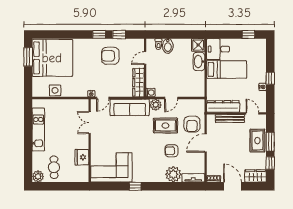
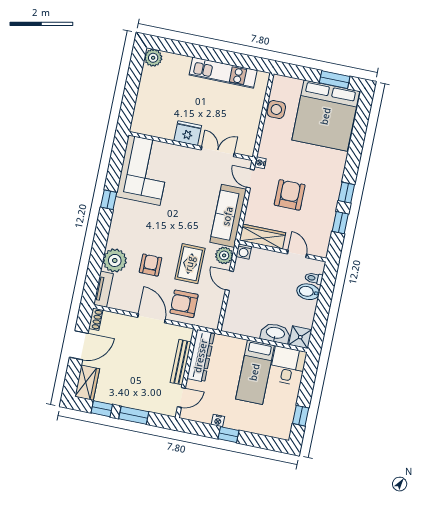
armchair: (110, 56) -> (290, 195), moved
rug: (257, 141) -> (139, 396), removed
fridge: (82, 157) -> (188, 133), moved
cafe table: (54, 167) -> (162, 84), removed

